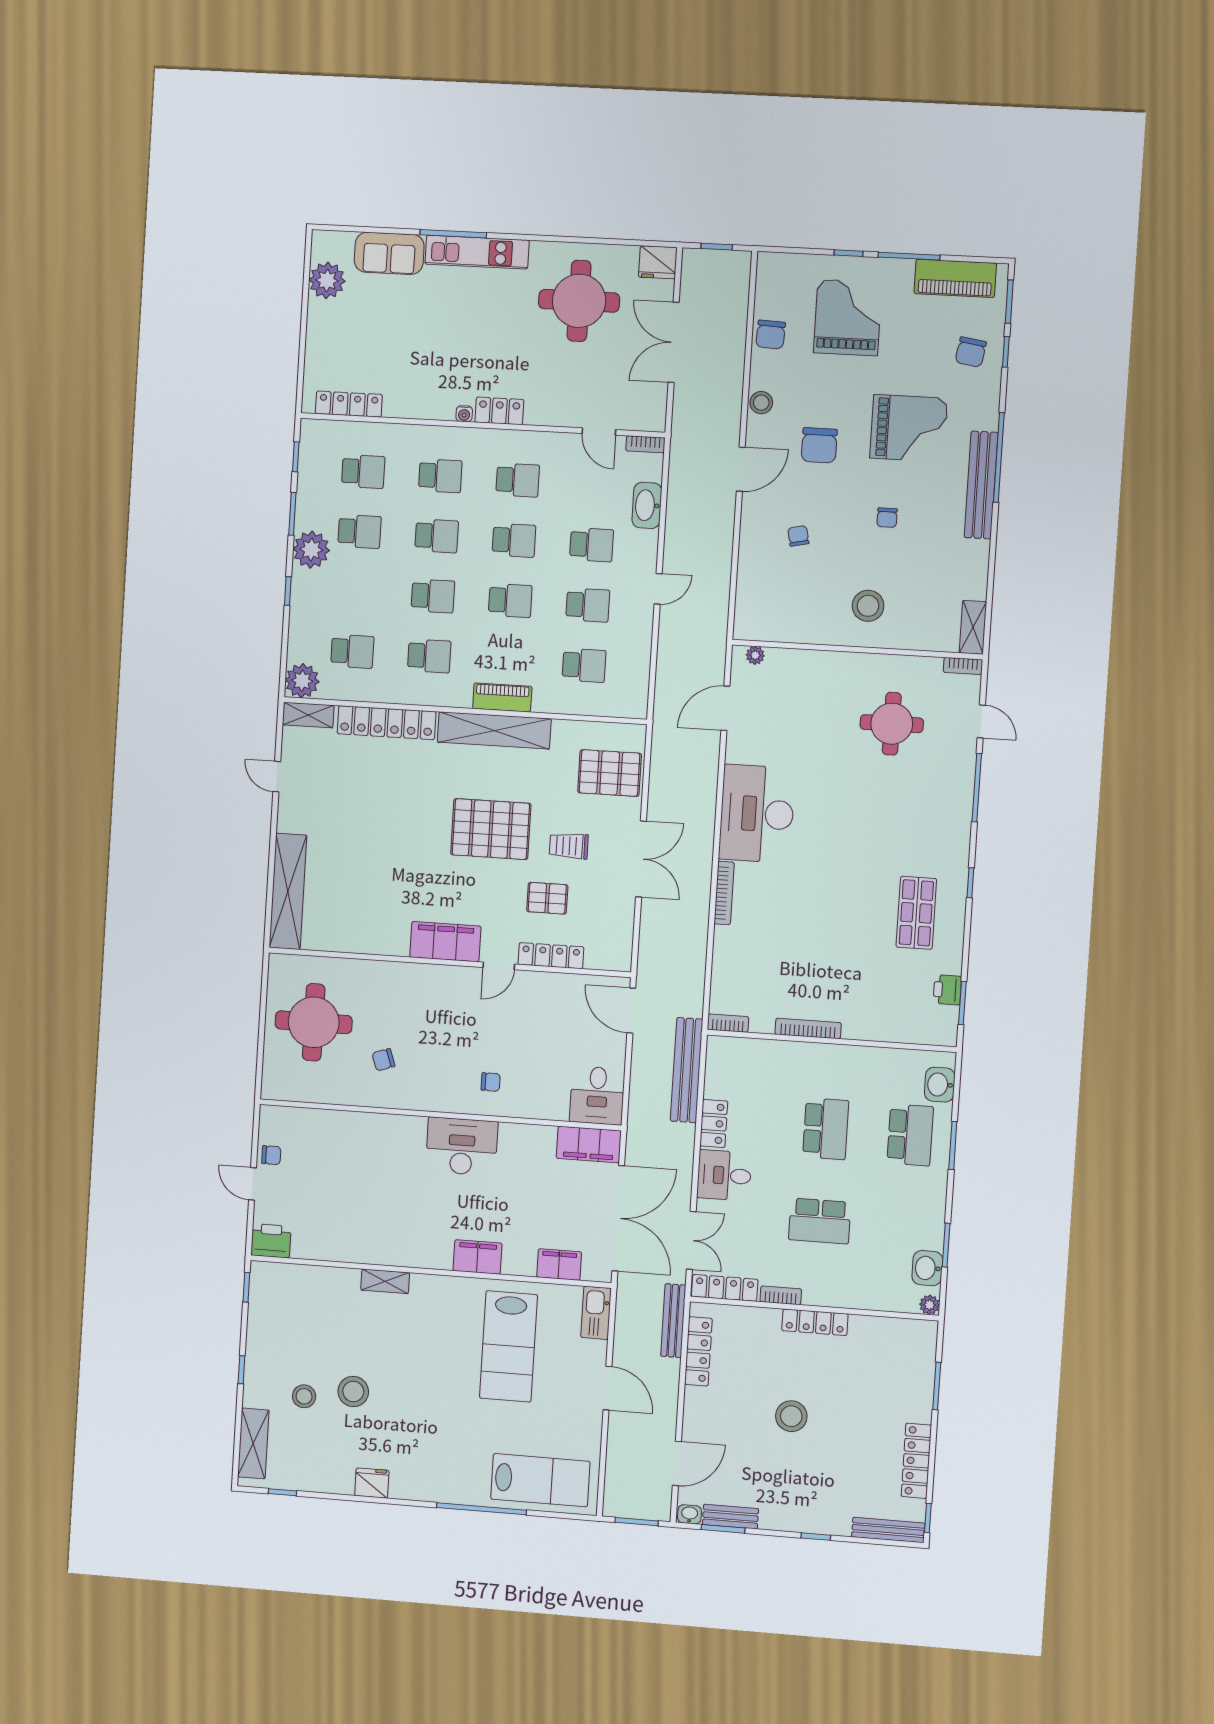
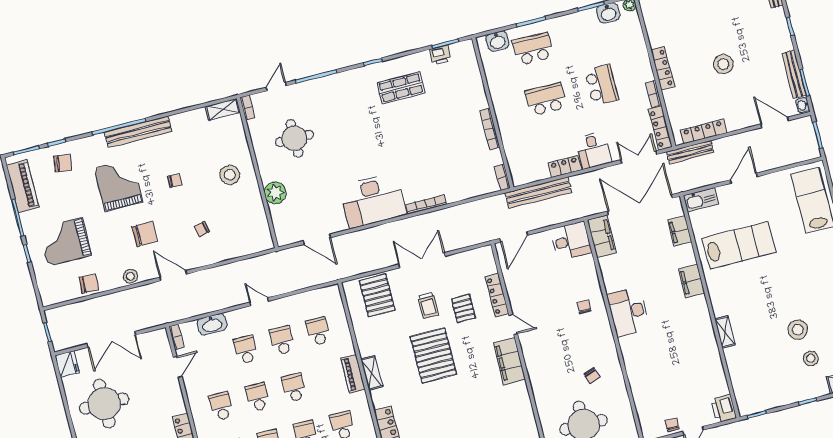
plant: (755, 655) -> (275, 193), moved, width x1.87, depth x1.87
shelving: (494, 730) -> (372, 373), width x0.45, depth x0.75
bench: (730, 1517) -> (794, 74), width x1.36

